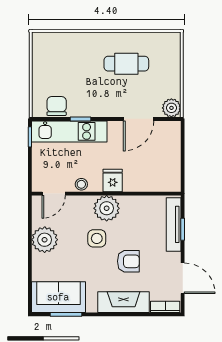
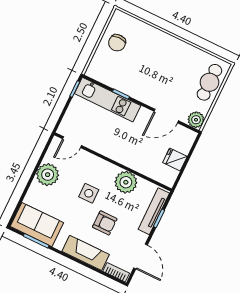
cafe table: (126, 64) -> (209, 82), moved, turned 90
chair: (57, 106) -> (117, 43), moved, turned 180
fridge: (113, 181) -> (175, 160), moved, turned -90
stool: (81, 184) -> (97, 145), removed
plant: (107, 208) -> (126, 182), moved

